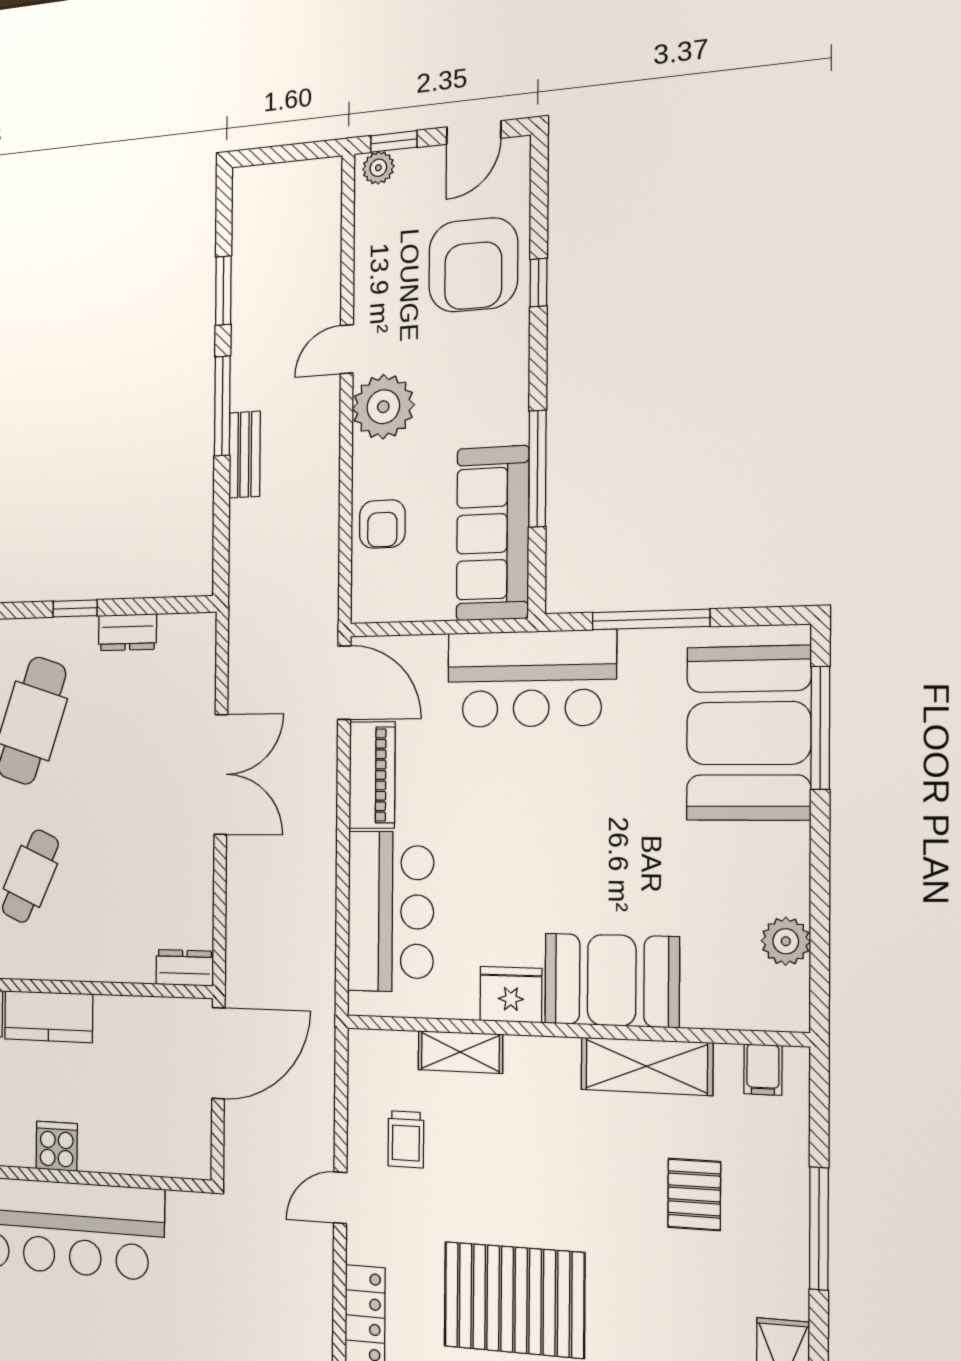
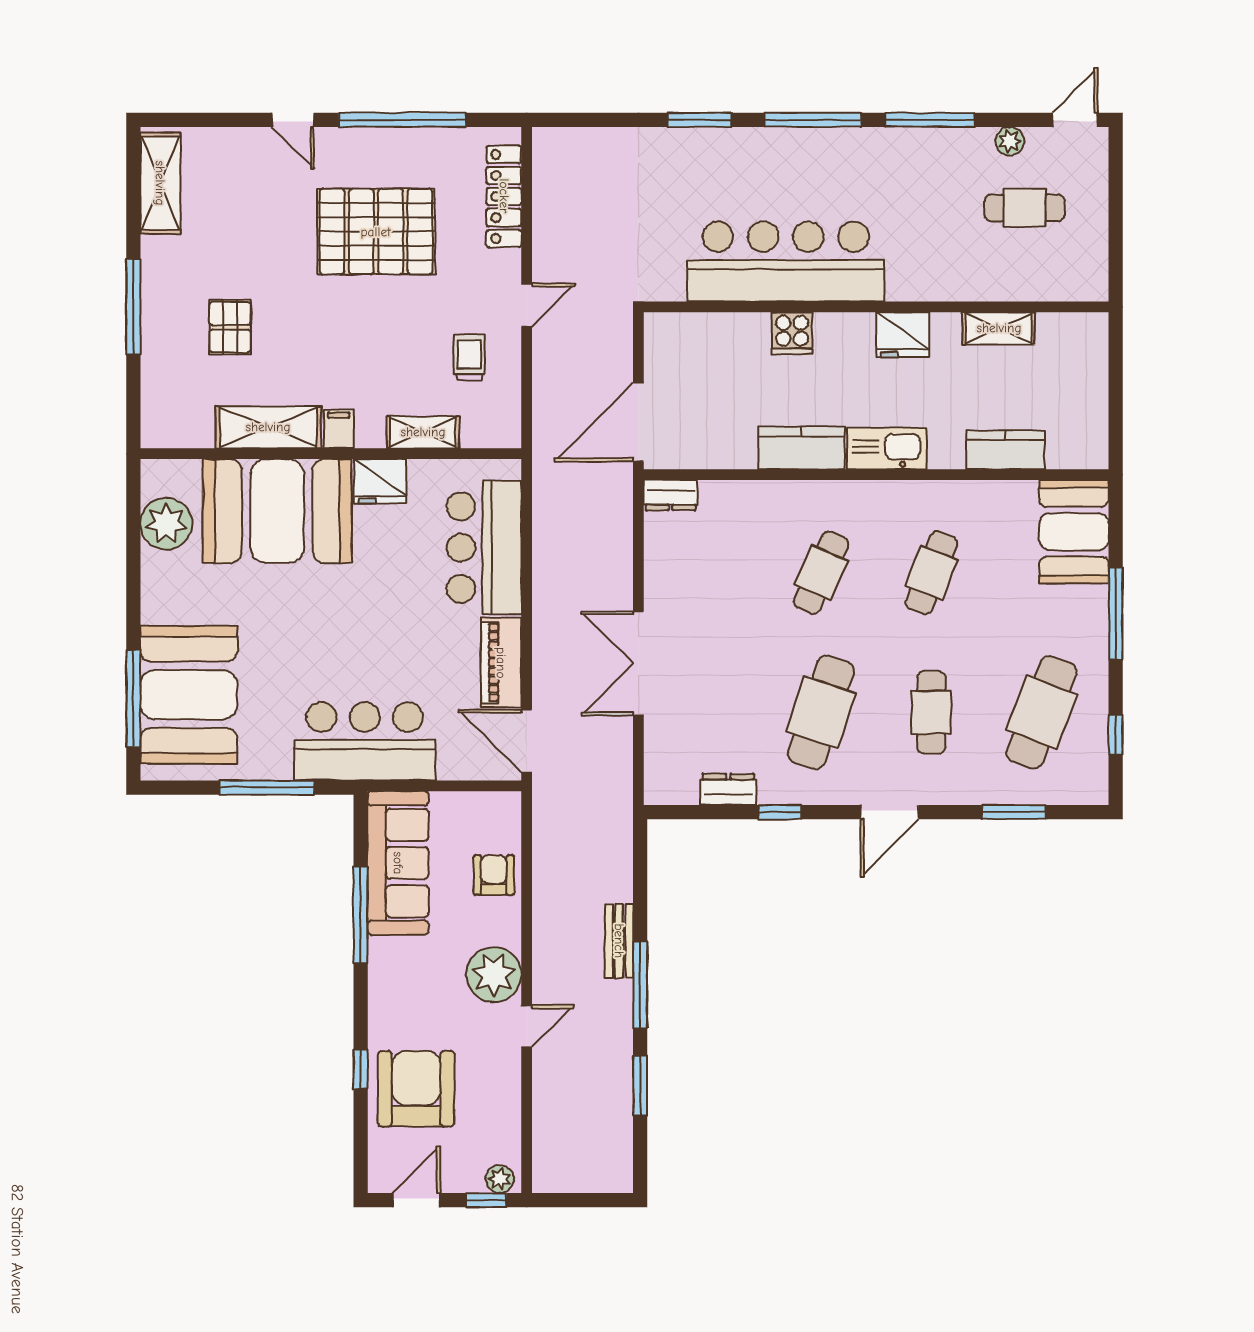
plant: (786, 941) -> (166, 524), width x1.36, depth x1.36
booth: (612, 980) -> (277, 511), width x1.36, depth x1.42
filing cabinet: (763, 1070) -> (339, 429), moved

